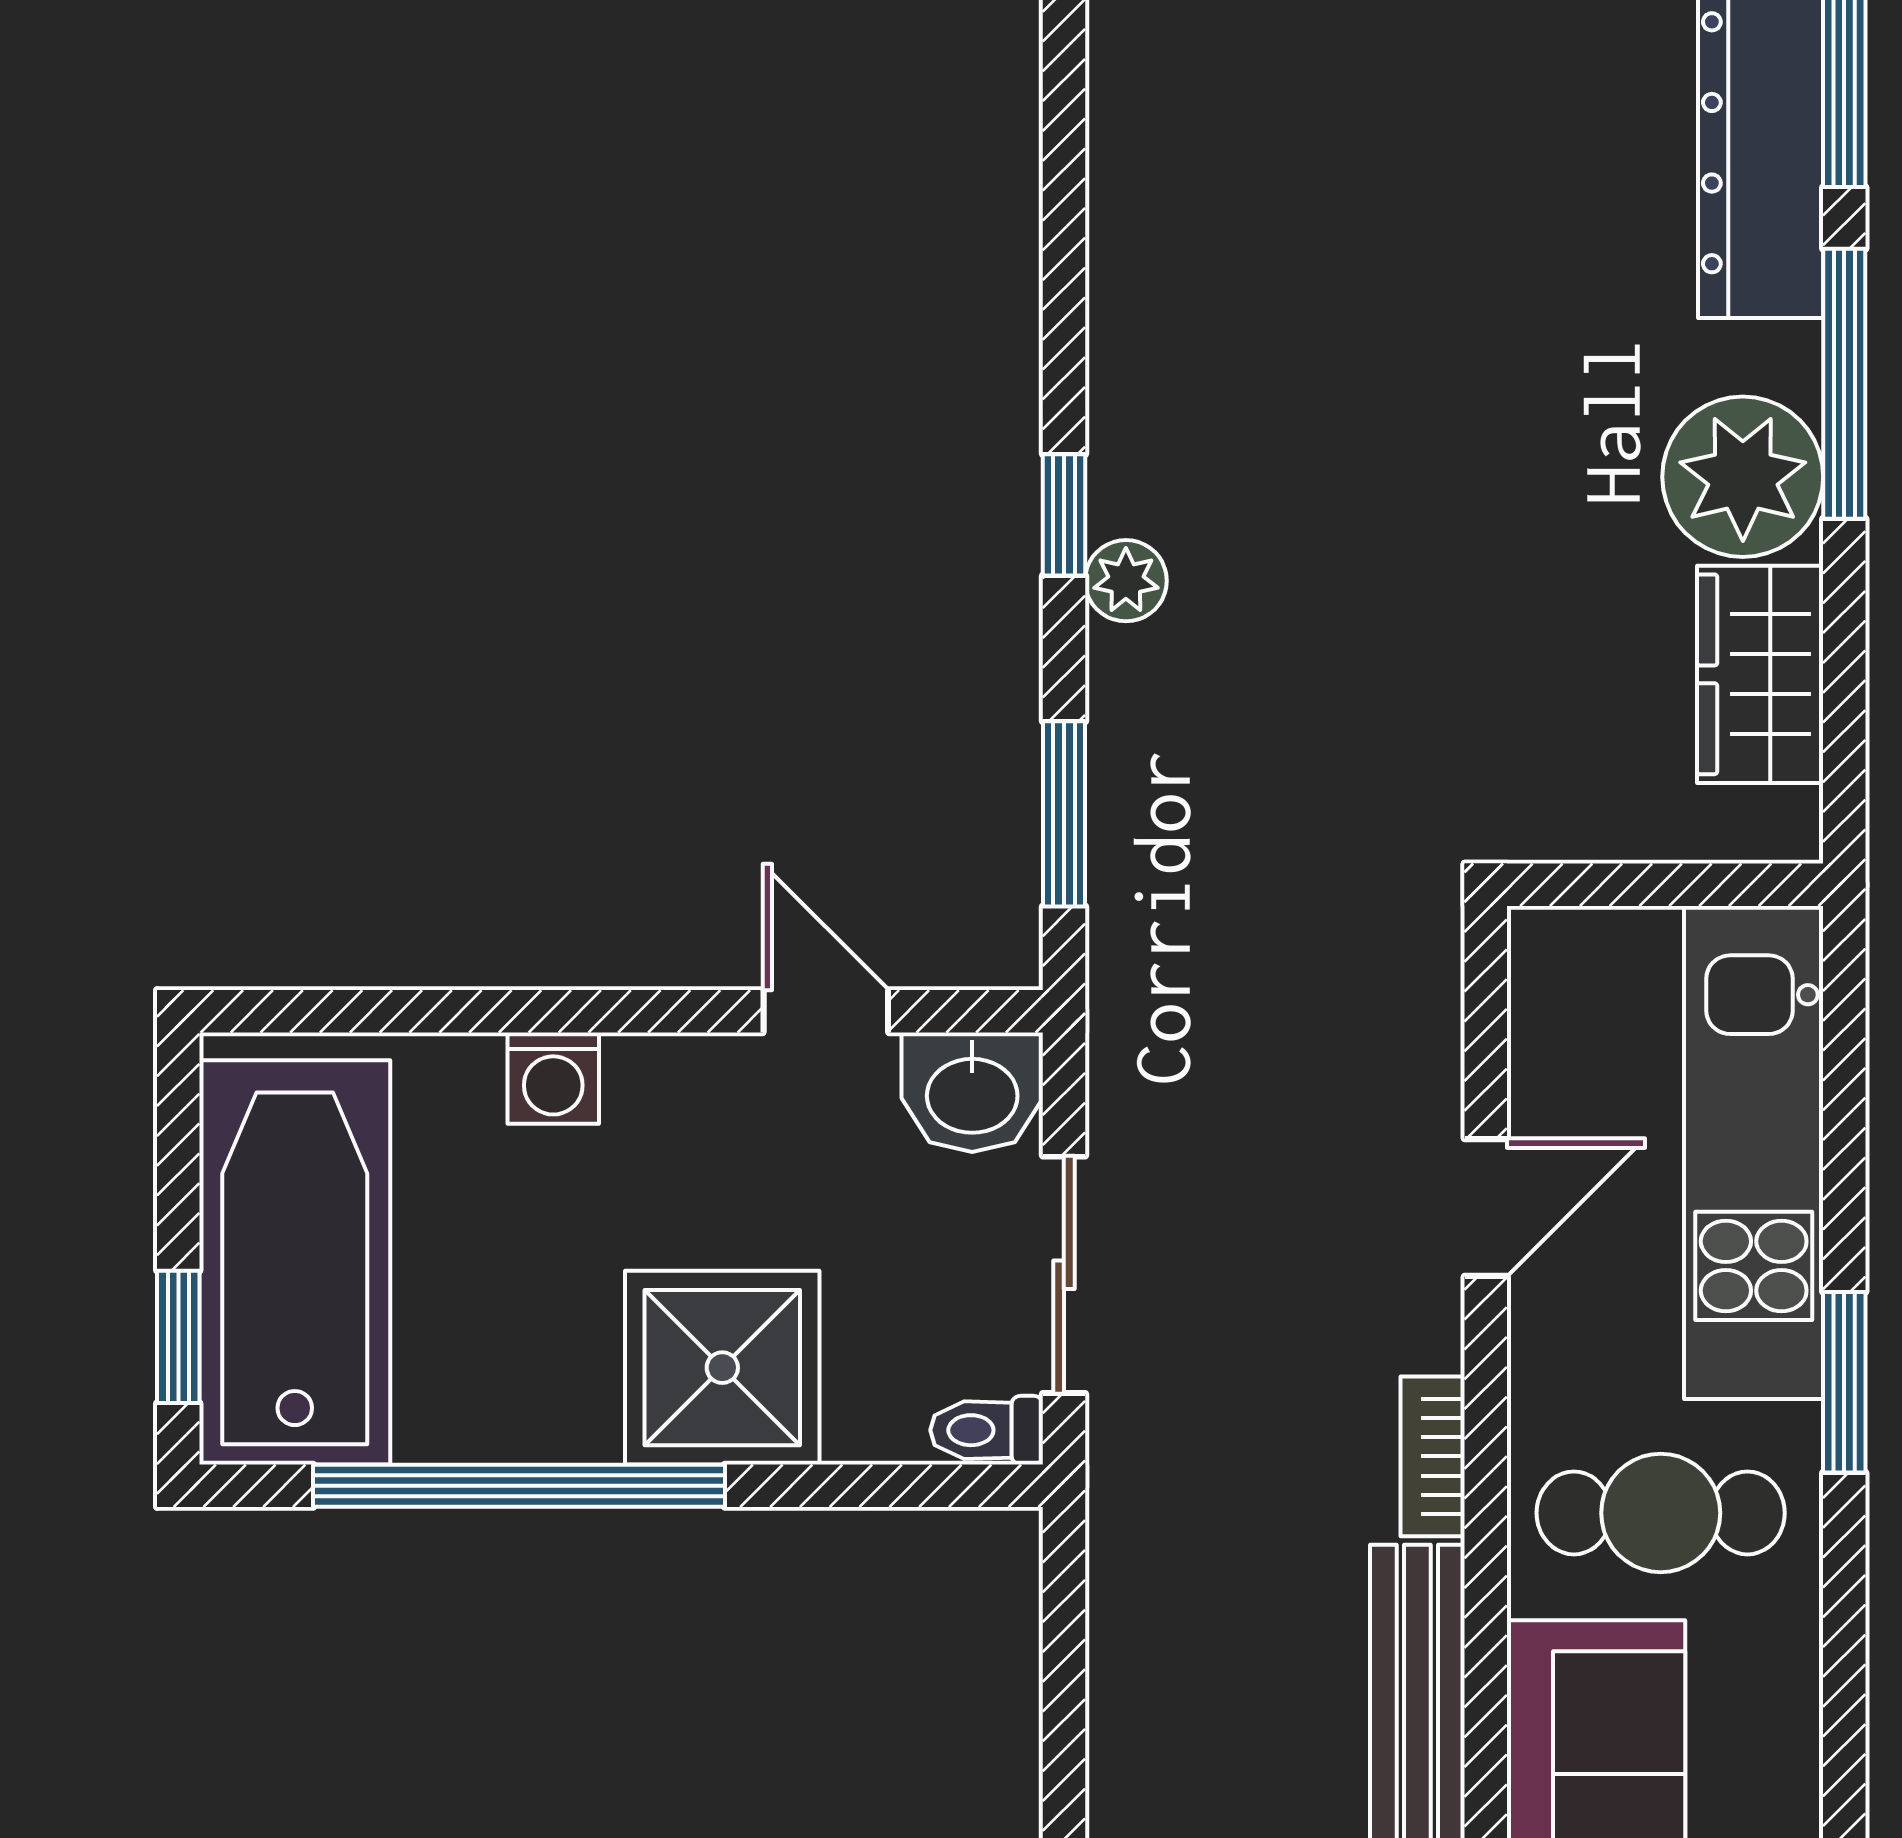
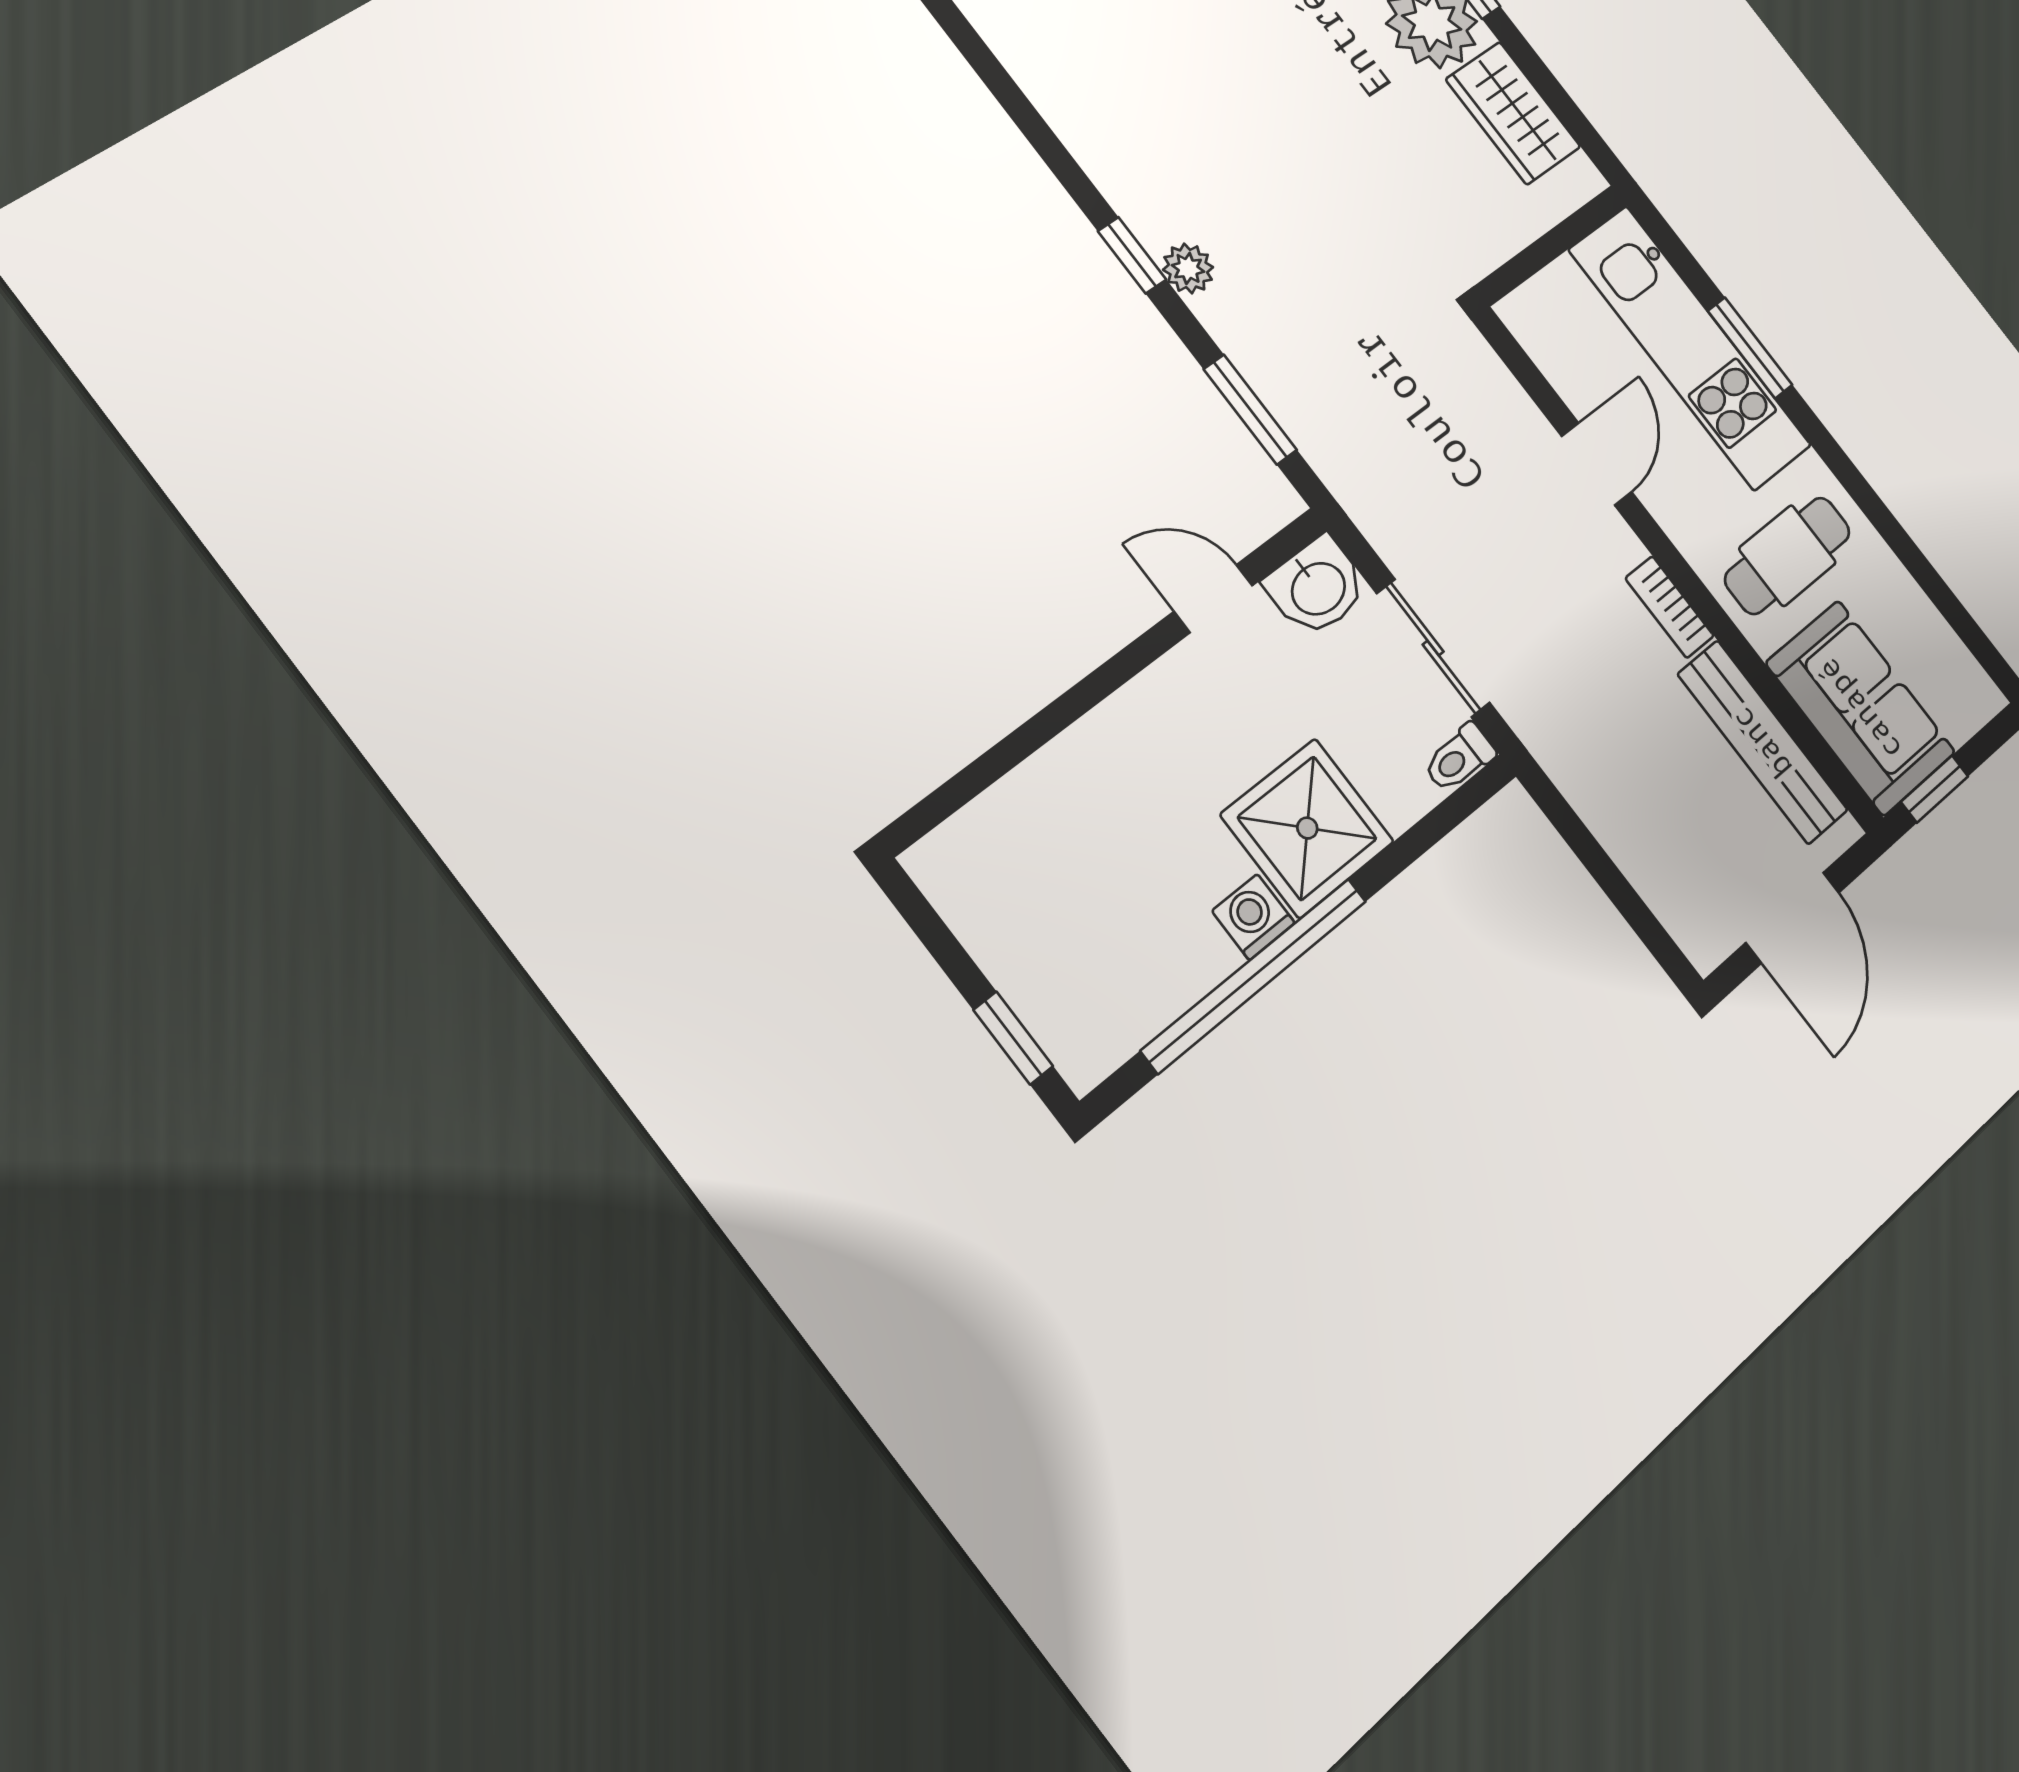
washing machine: (553, 1078) -> (1253, 917), moved, turned 180
bathtub: (295, 1262) -> (1044, 946), removed
window: (1844, 1382) -> (1750, 348), moved

